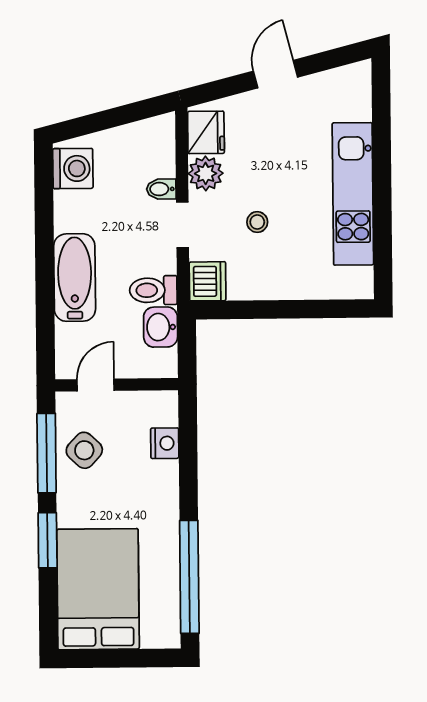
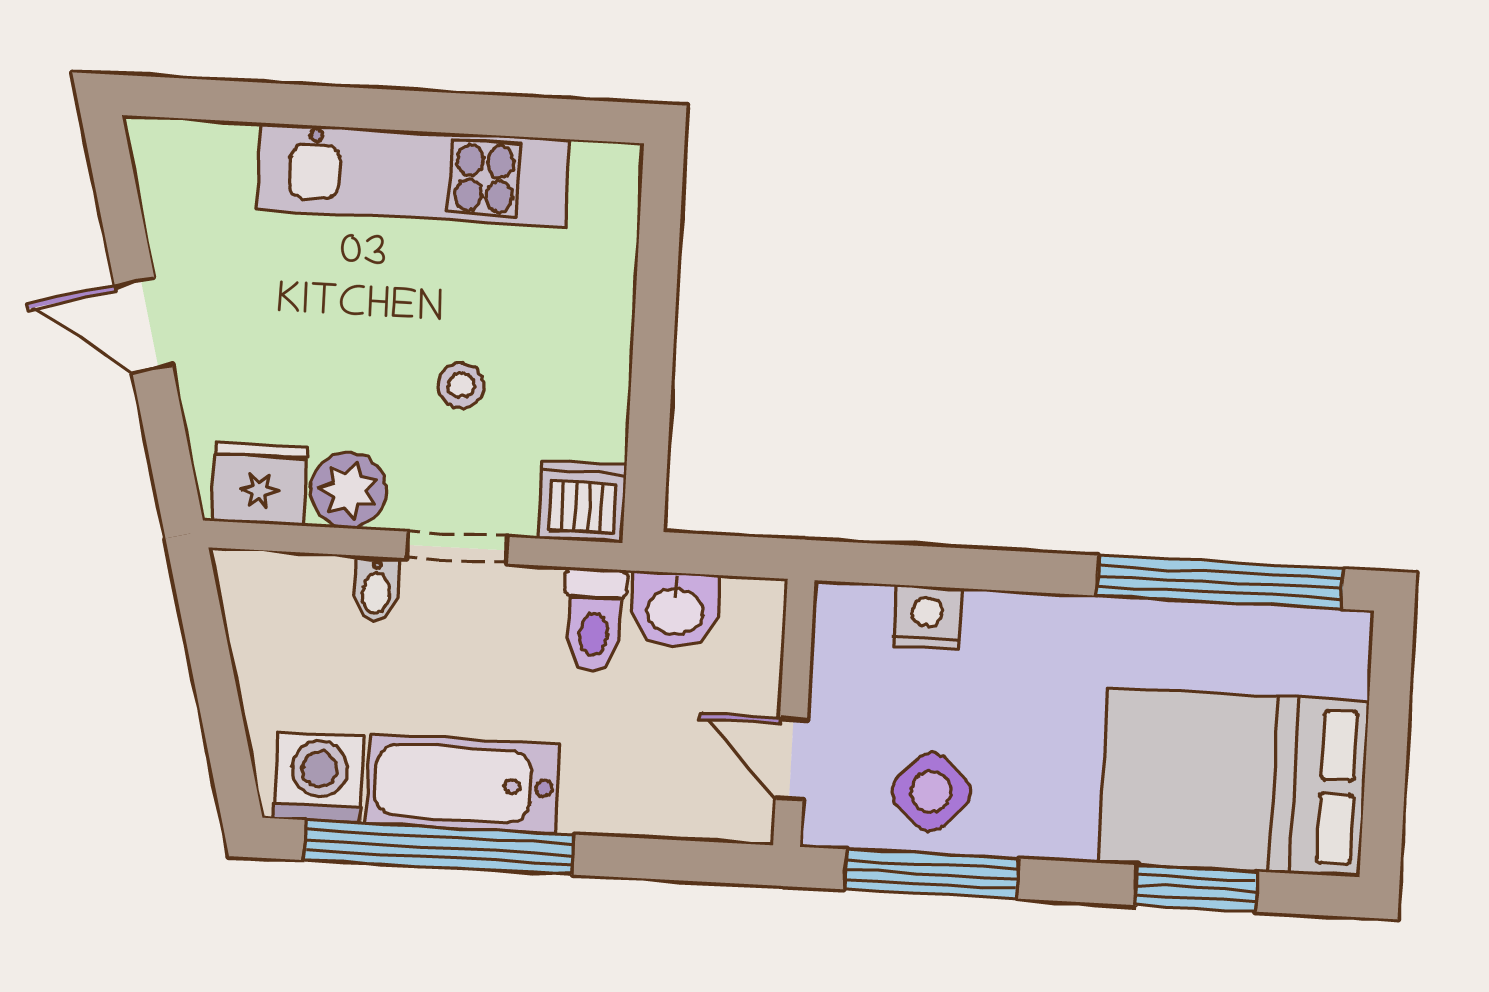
window: (44, 226) -> (439, 847), added
bathtub: (75, 278) -> (463, 784), moved
window: (48, 540) -> (1196, 888), moved

